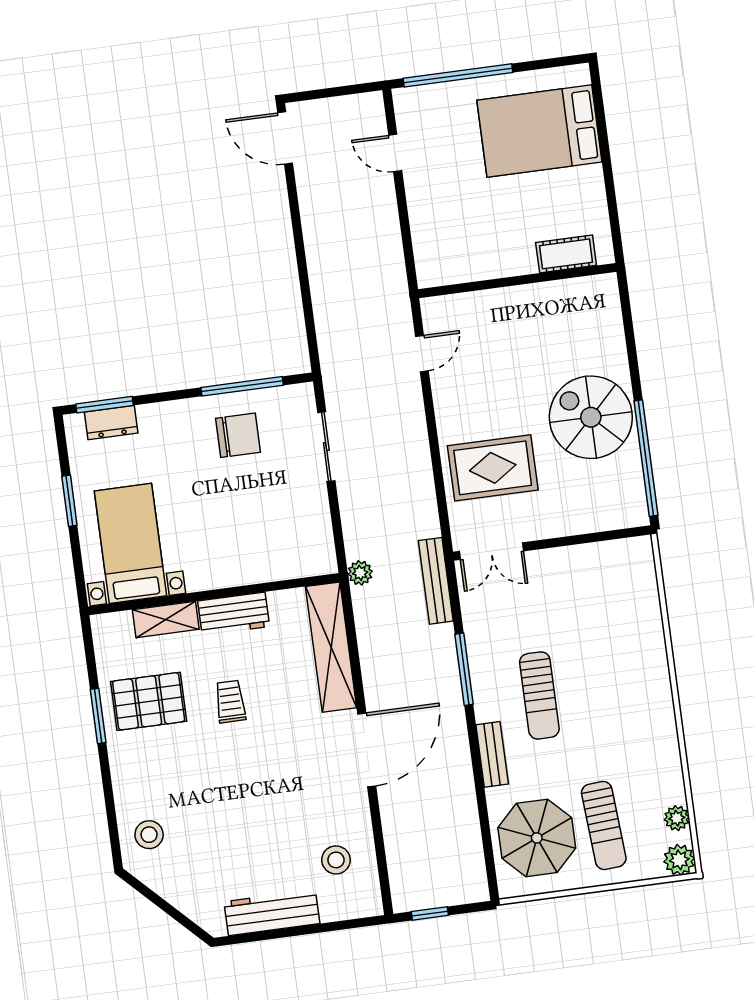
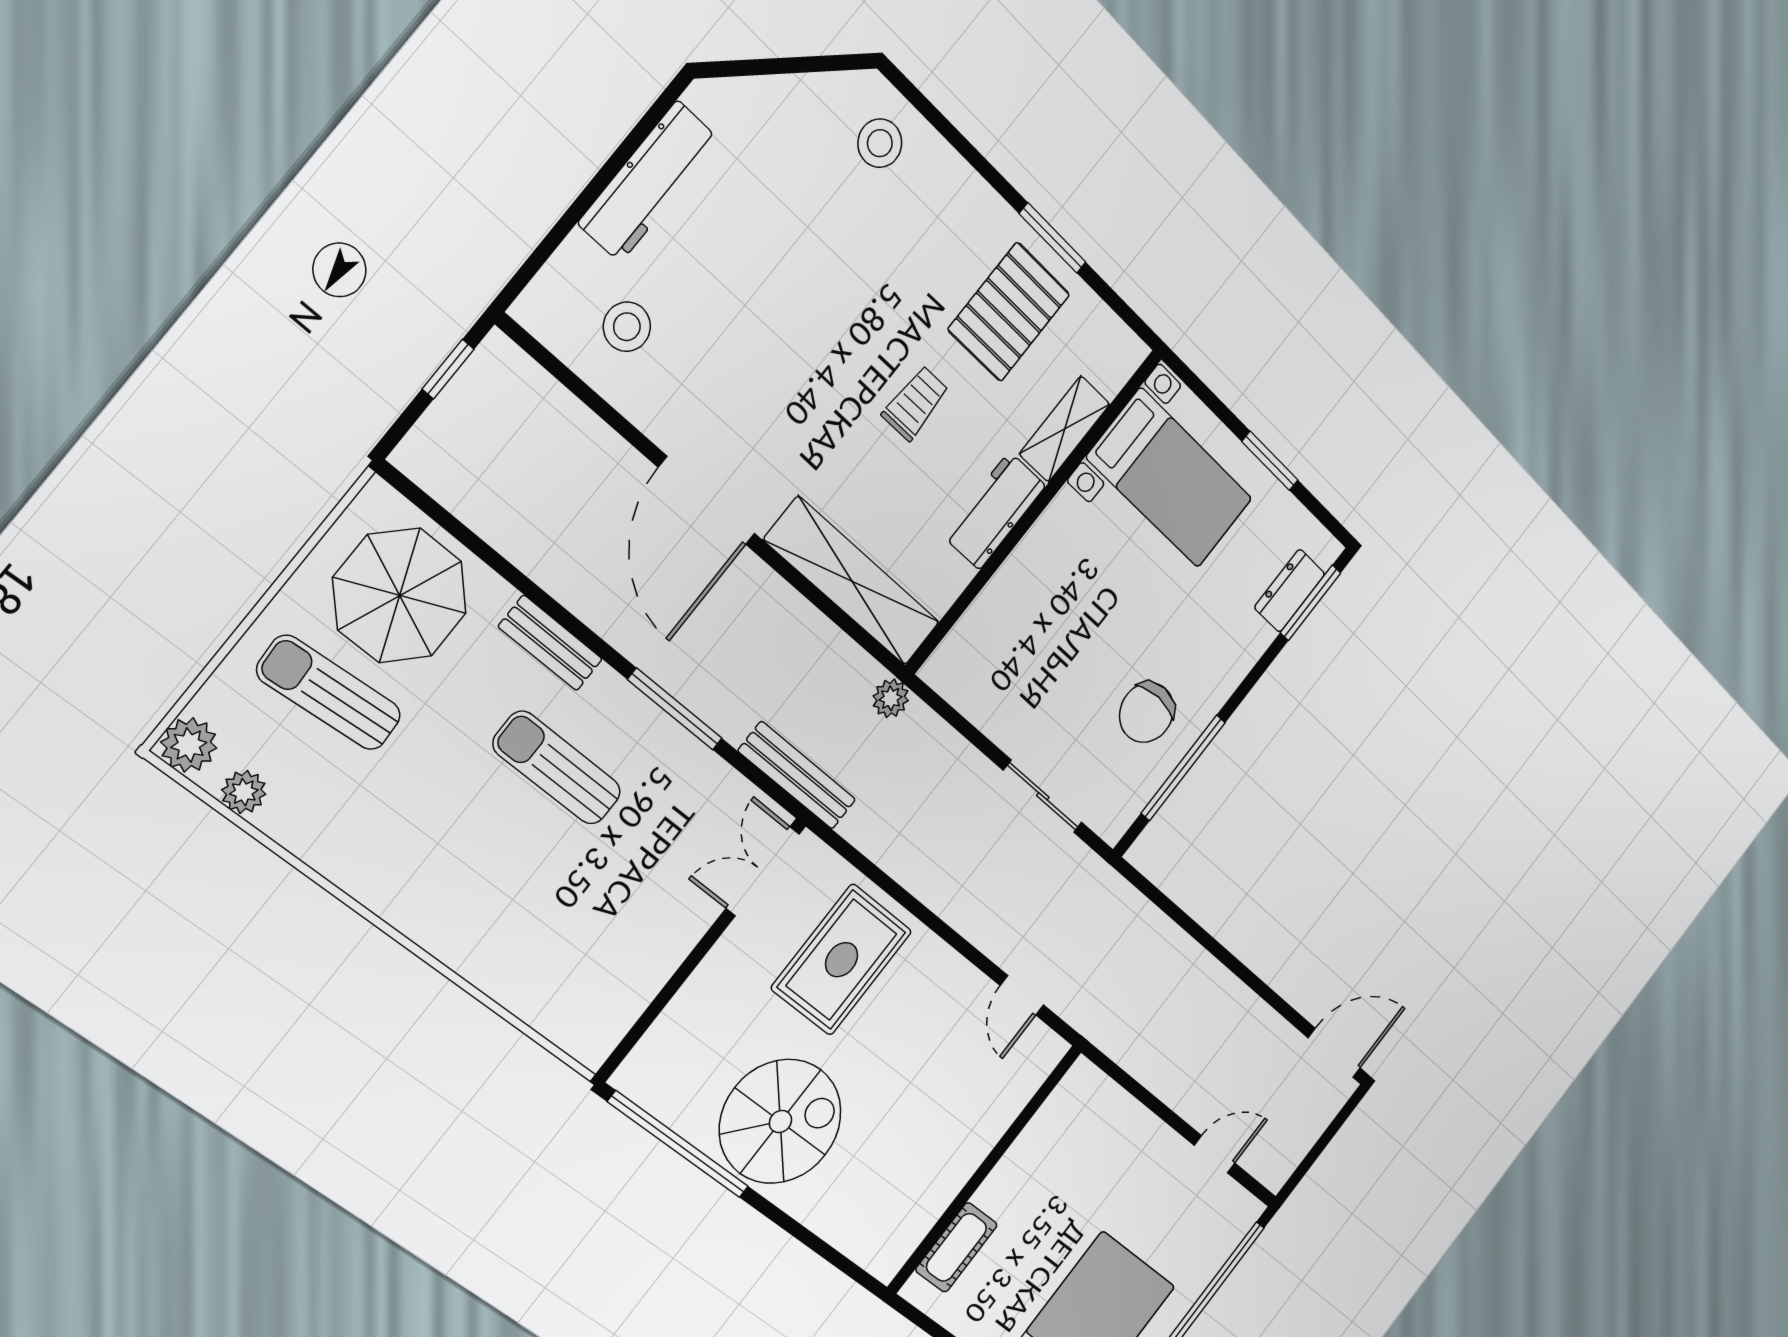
trolley: (230, 702) -> (915, 403), turned -90

